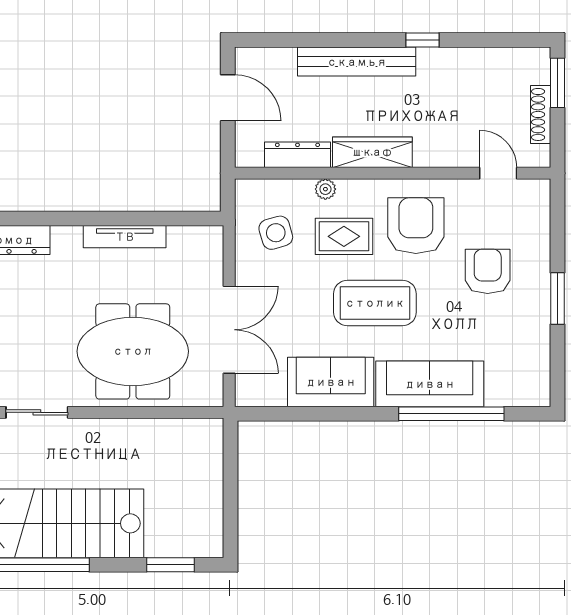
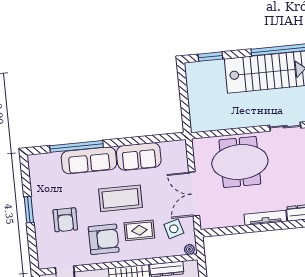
plant: (325, 189) -> (189, 249), moved
armchair: (416, 226) -> (104, 239), turned -90
tv unit: (125, 237) -> (265, 218), moved
double door: (229, 330) -> (194, 194), moved

